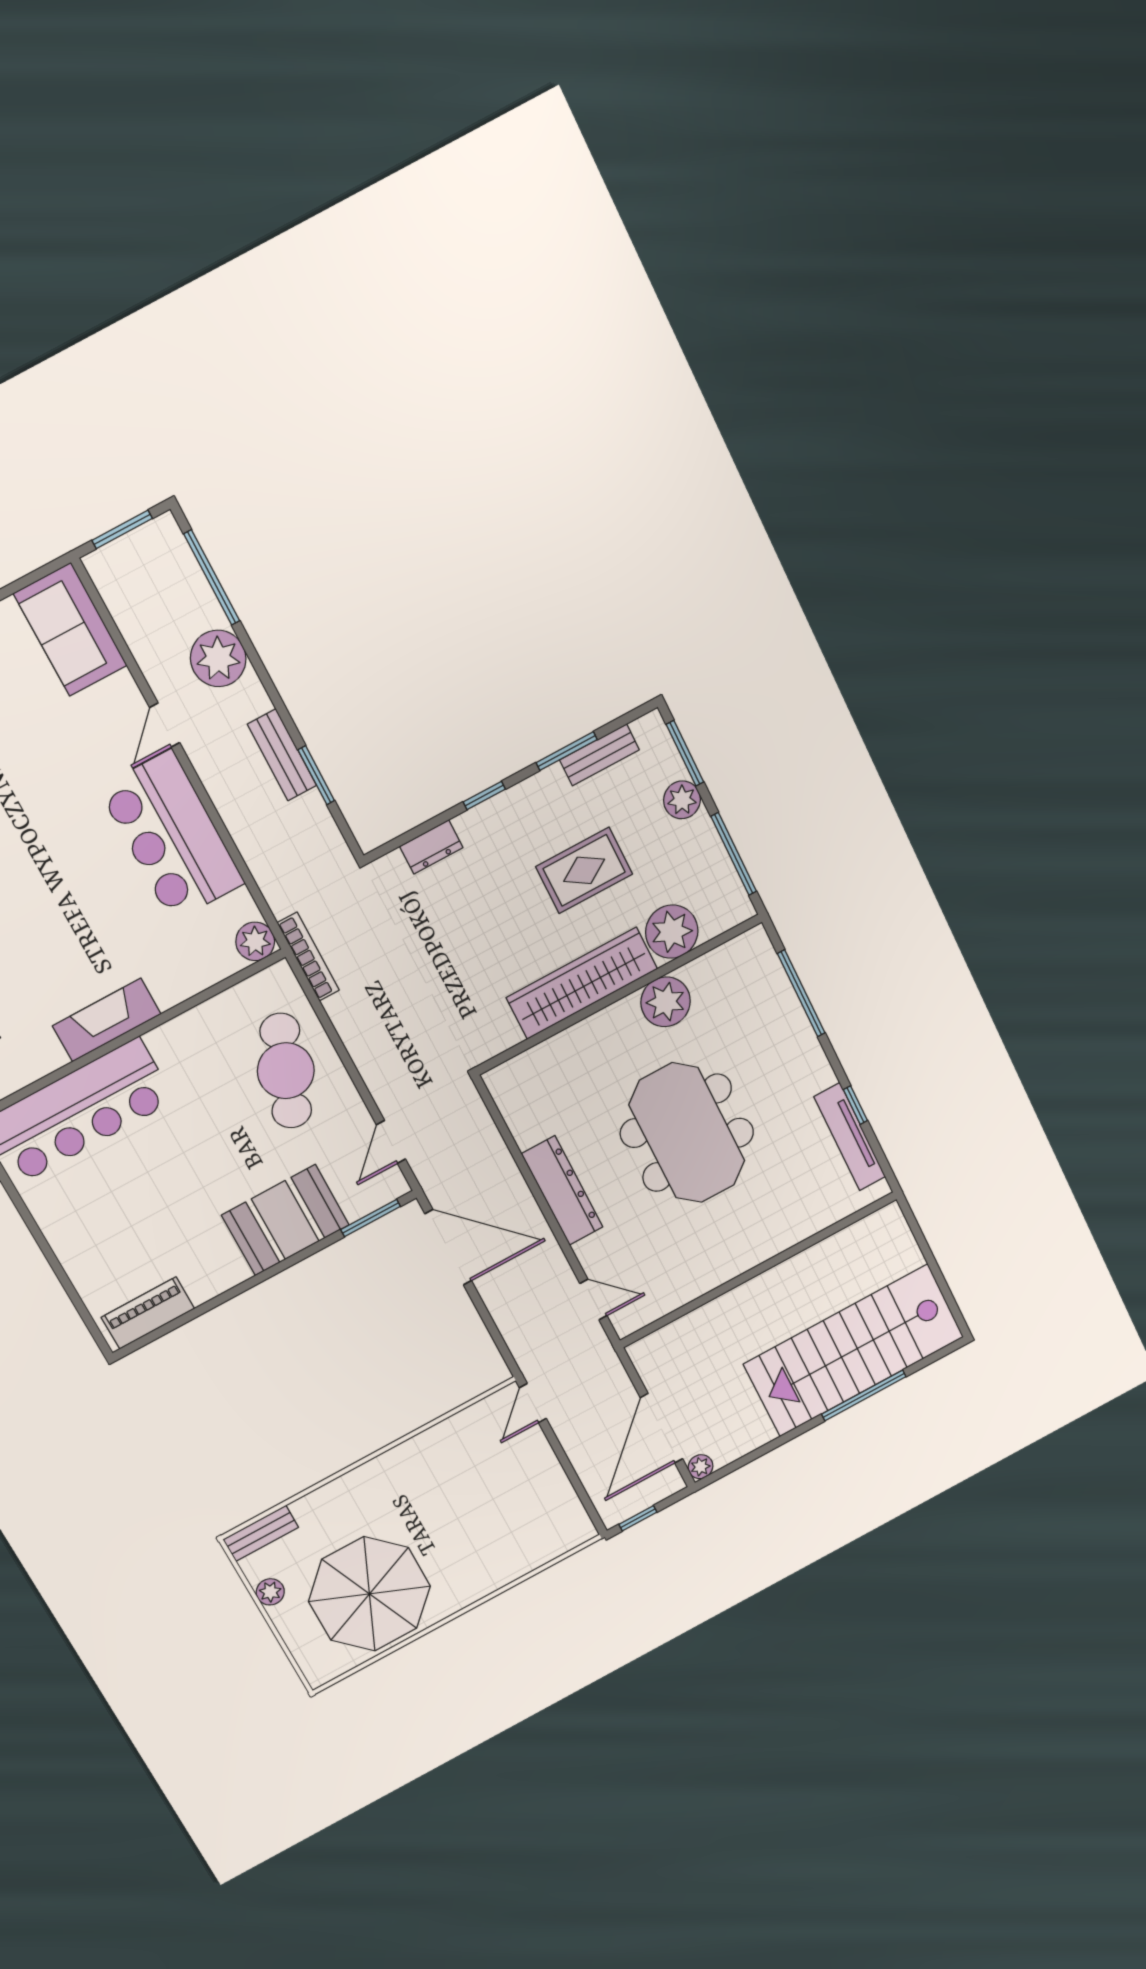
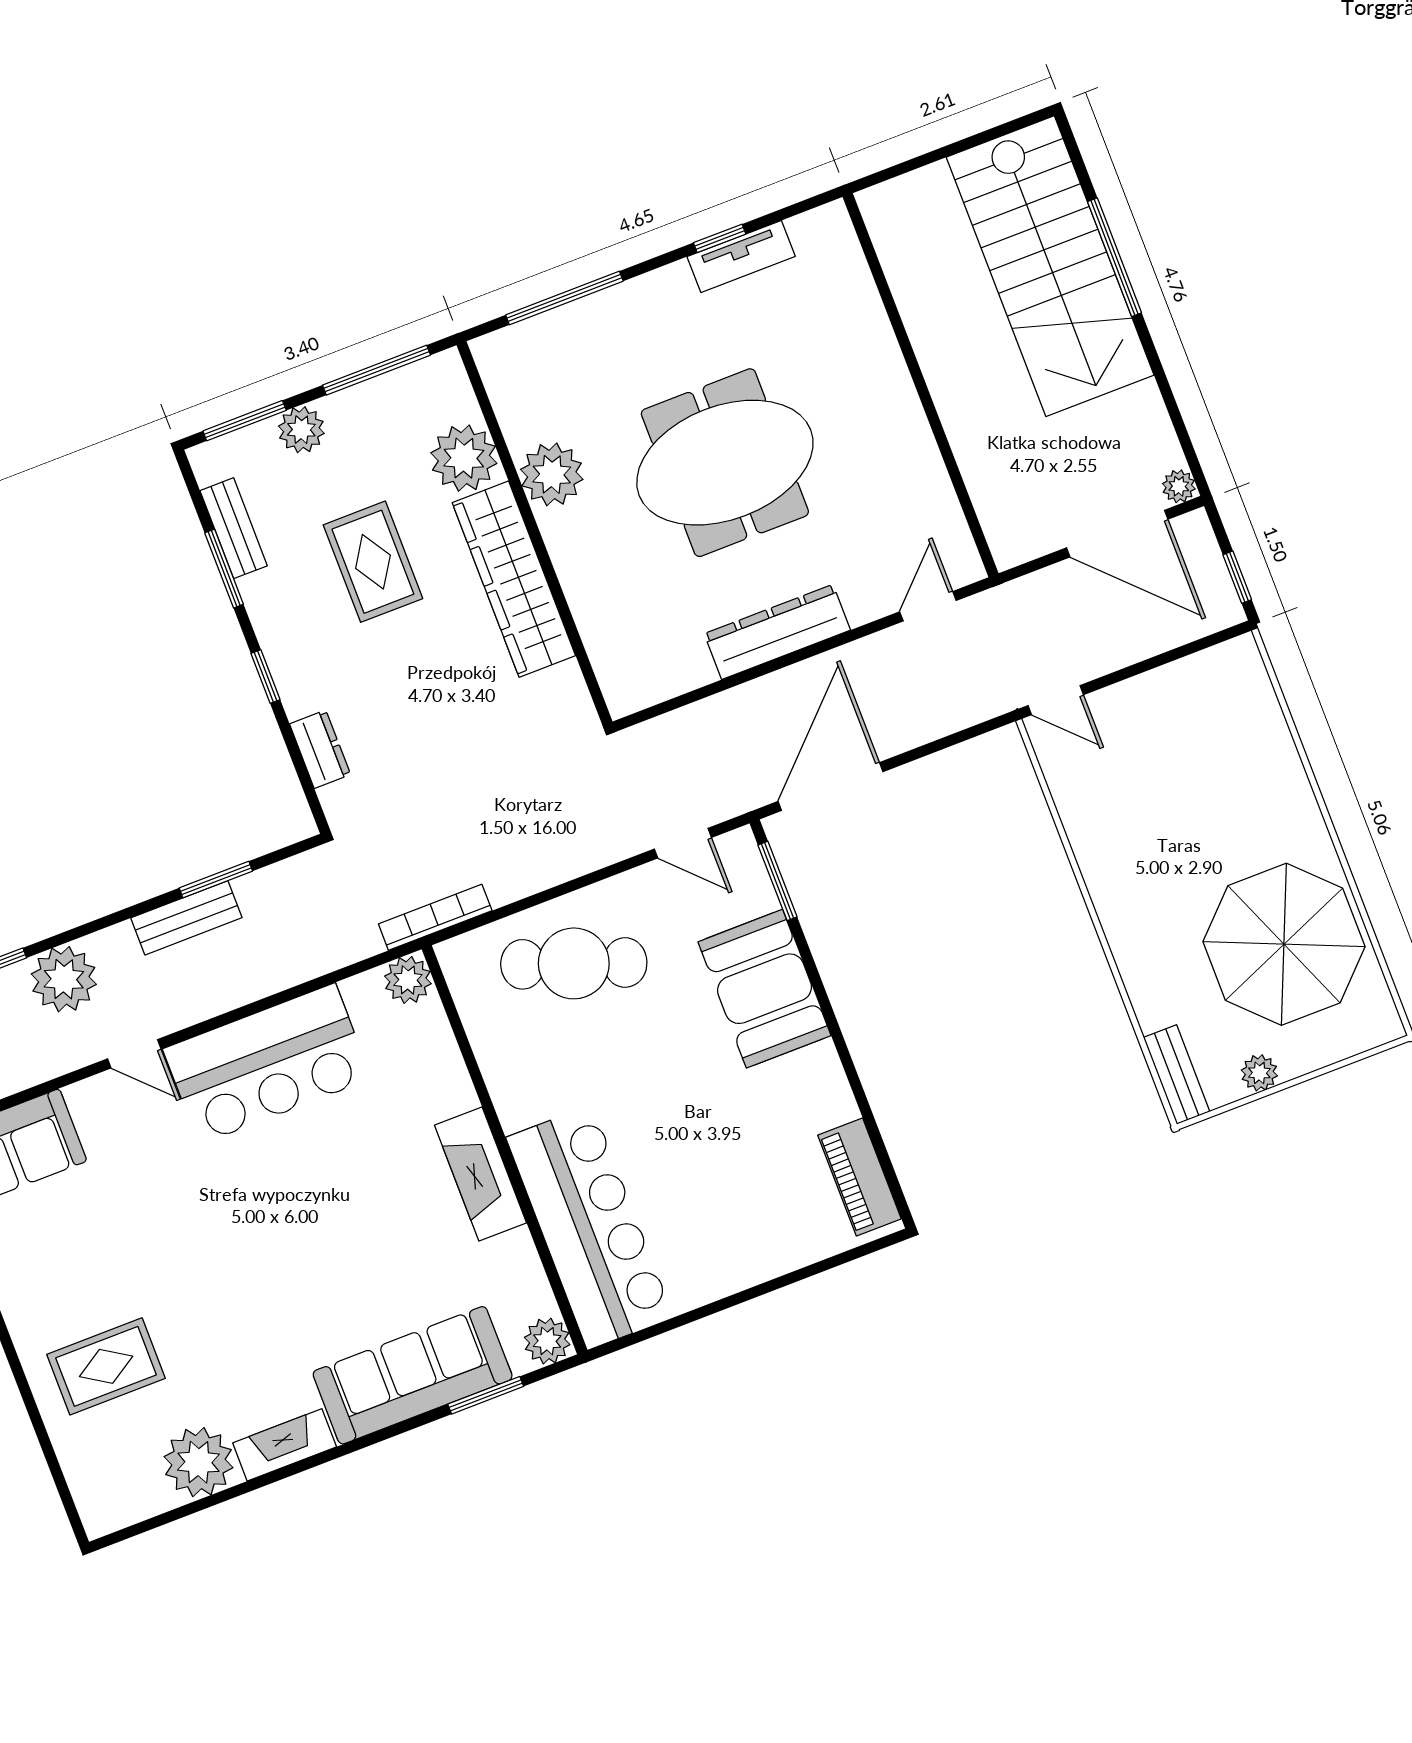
tv unit: (850, 1137) -> (741, 257), width x0.71

